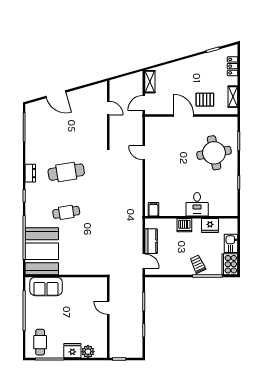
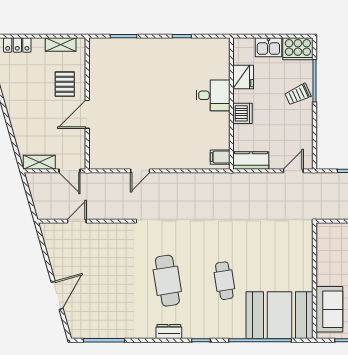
round table: (214, 153) -> (140, 71), removed
kitchen counter: (151, 241) -> (251, 161), moved

